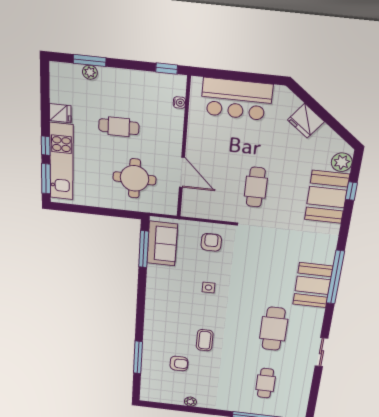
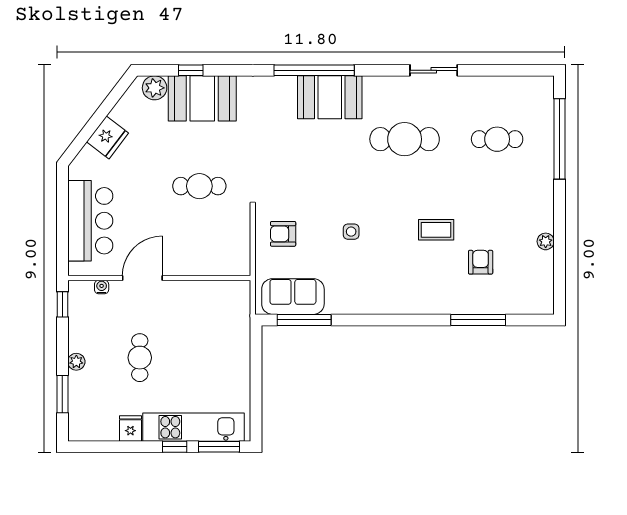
plant: (90, 72) -> (76, 362), moved
door: (182, 172) -> (142, 278), moved
round table: (135, 178) -> (205, 336), removed

